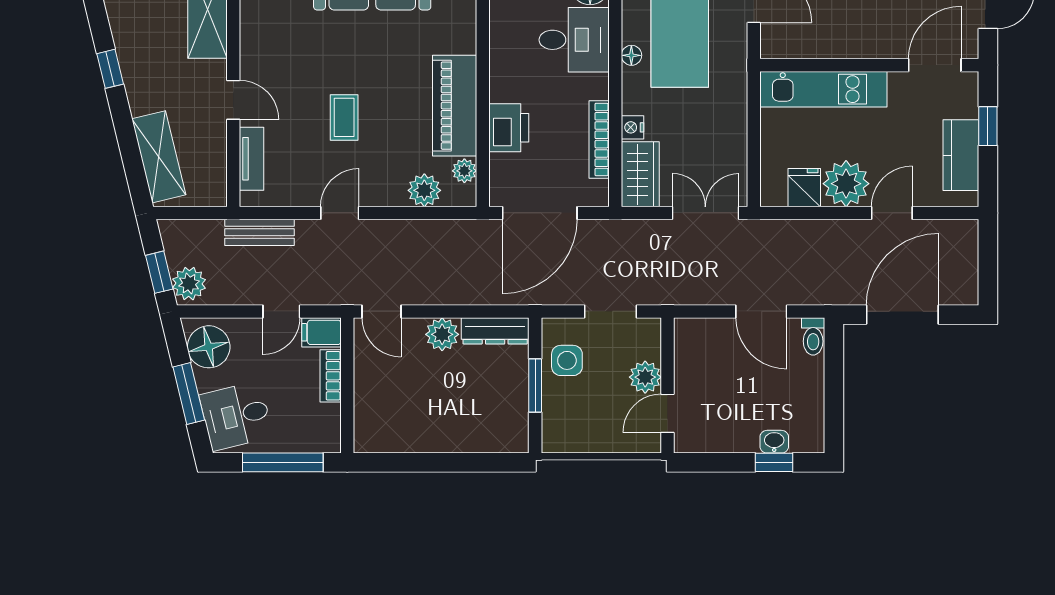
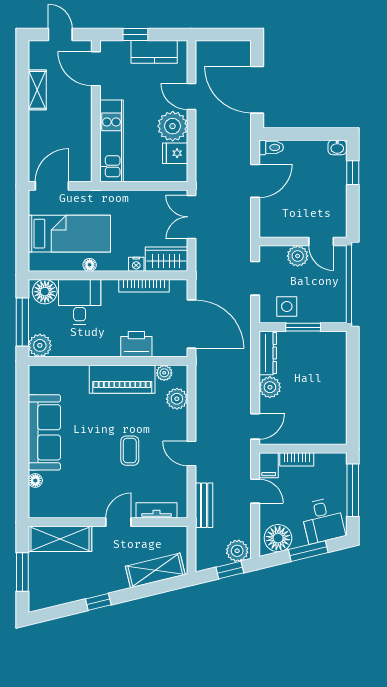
coffee table: (344, 117) -> (130, 451), turned 90
washbasin: (774, 442) -> (337, 147), moved, turned -90

